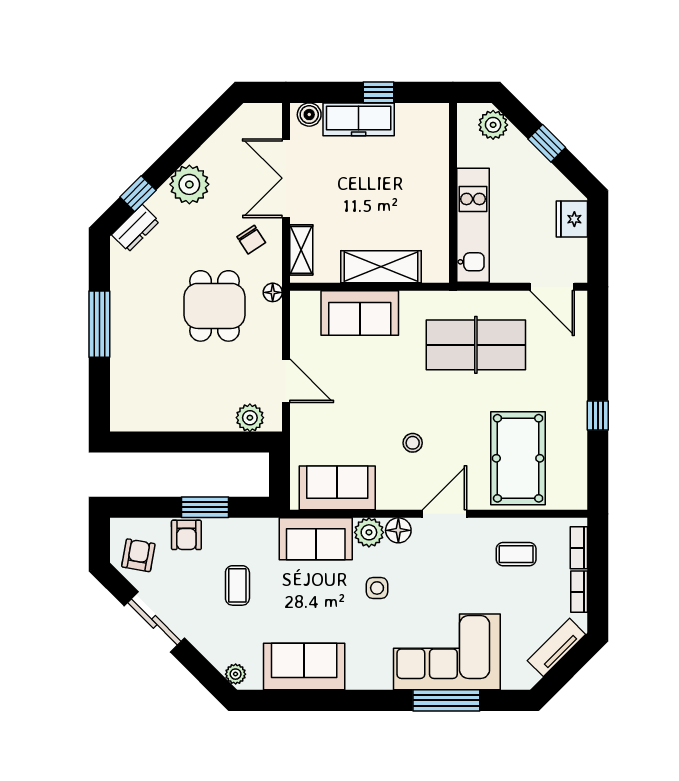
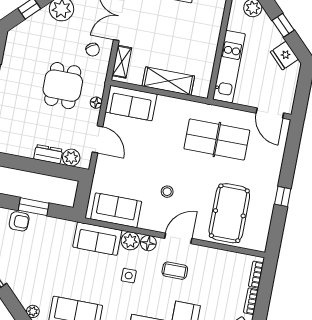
fridge: (572, 219) -> (284, 56), moved, turned -45
dresser: (135, 228) -> (48, 154), moved, turned -135
floor lamp: (273, 292) -> (96, 103), moved
sofa: (360, 313) -> (131, 103), moved
armchair: (186, 535) -> (19, 221), turned -90
coffee table: (516, 554) -> (175, 271), moved
coffee table: (237, 585) -> (44, 258), removed

